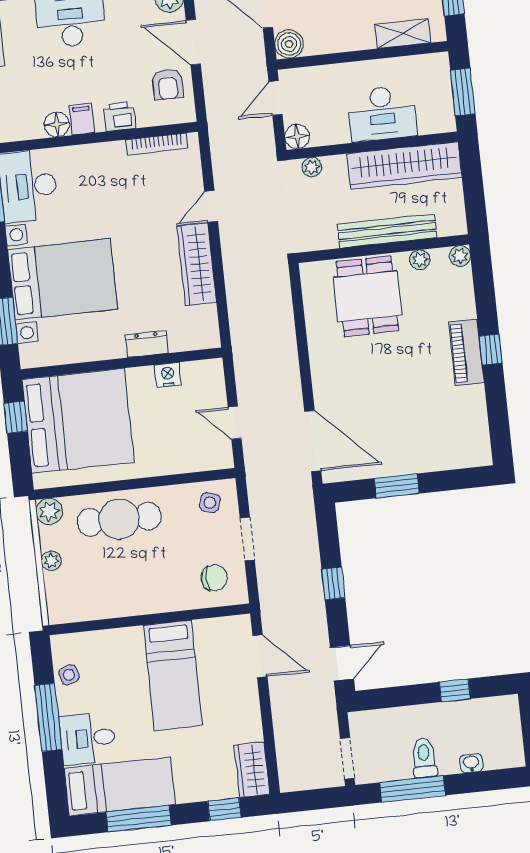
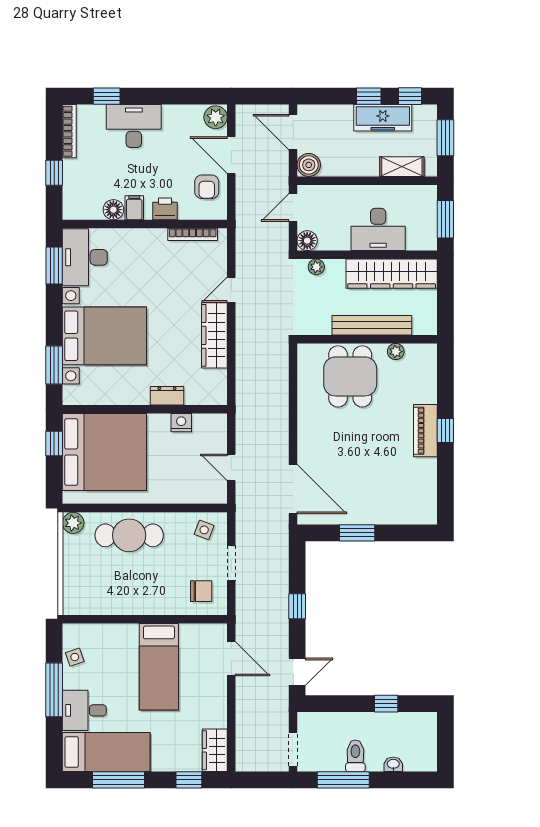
plant: (460, 256) -> (429, 352), removed
plant: (51, 561) -> (70, 563), removed

